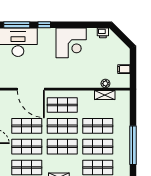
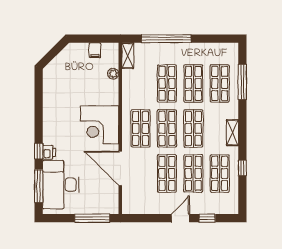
printer: (103, 33) -> (49, 152), moved
corner desk: (71, 43) -> (100, 125), moved, turned 180
door: (31, 89) -> (120, 168), swing flipped
shelving: (105, 95) -> (128, 56), moved
window: (133, 145) -> (166, 39), moved

